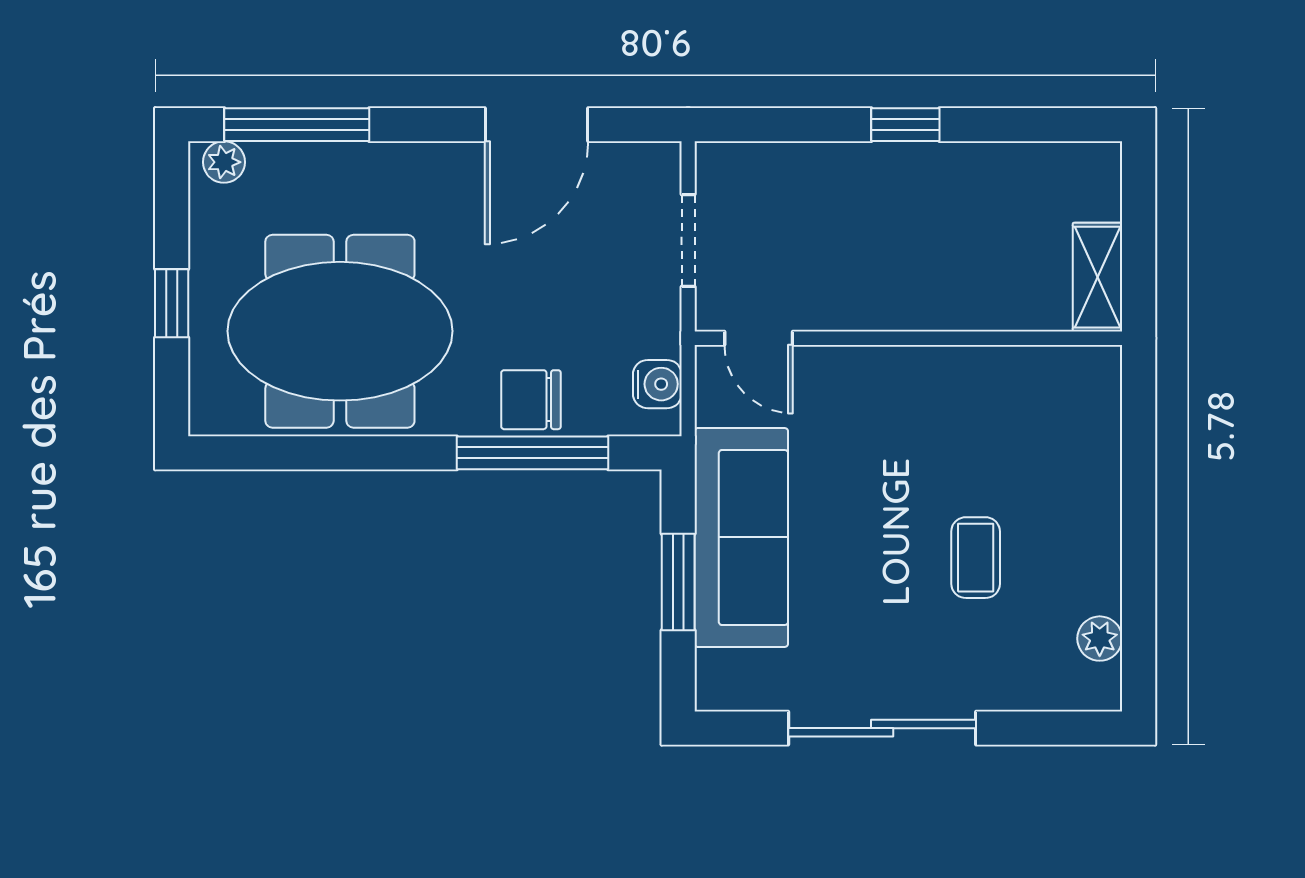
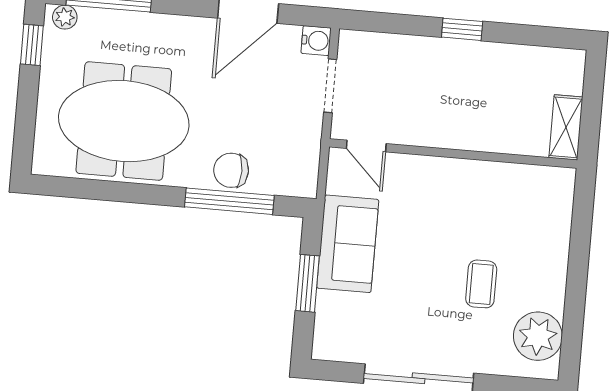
window: (172, 303) -> (32, 45), moved
water cooler: (657, 384) -> (316, 41), moved
sofa: (741, 537) -> (348, 244), width x0.73
plant: (1100, 639) -> (538, 336), width x1.87, depth x1.87

